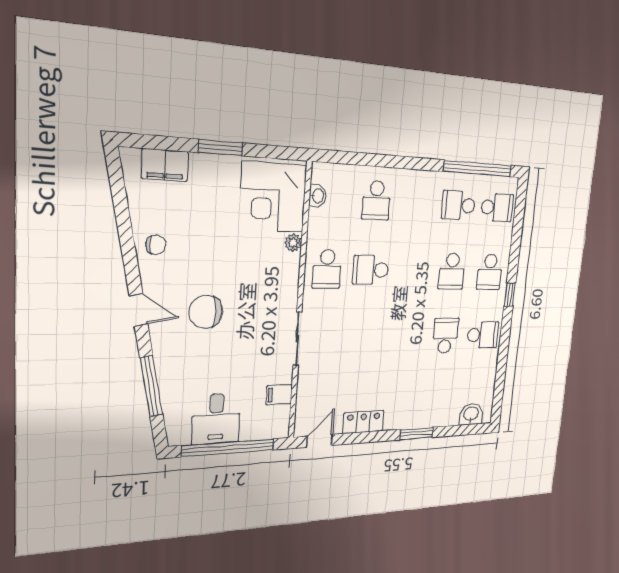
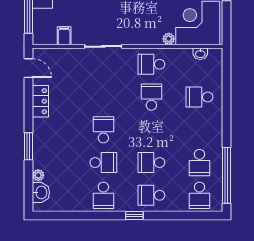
school desk: (459, 205) -> (199, 163), turned 180
school desk: (406, 336) -> (103, 130), added
plant: (451, 419) -> (38, 175), added

